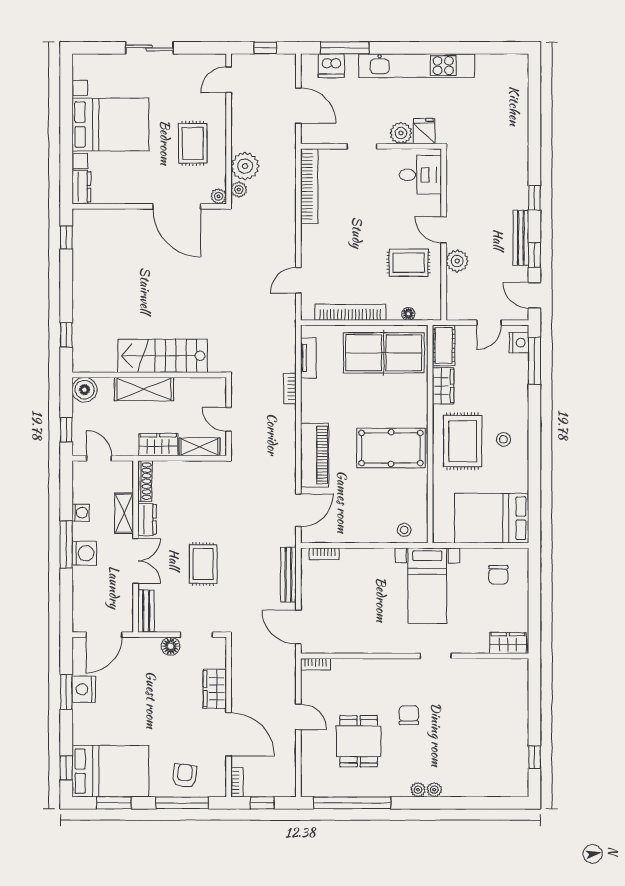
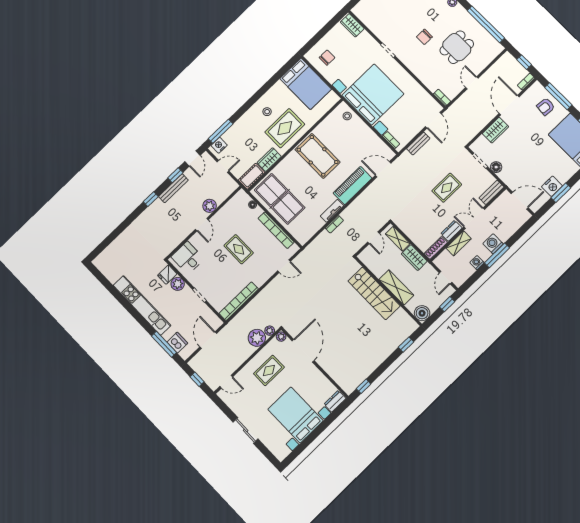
rug: (409, 263) -> (239, 249), moved
tv unit: (308, 358) -> (332, 211), moved
bench: (288, 575) -> (418, 144), width x0.73
bed with nightstands: (427, 586) -> (373, 95), width x1.85

